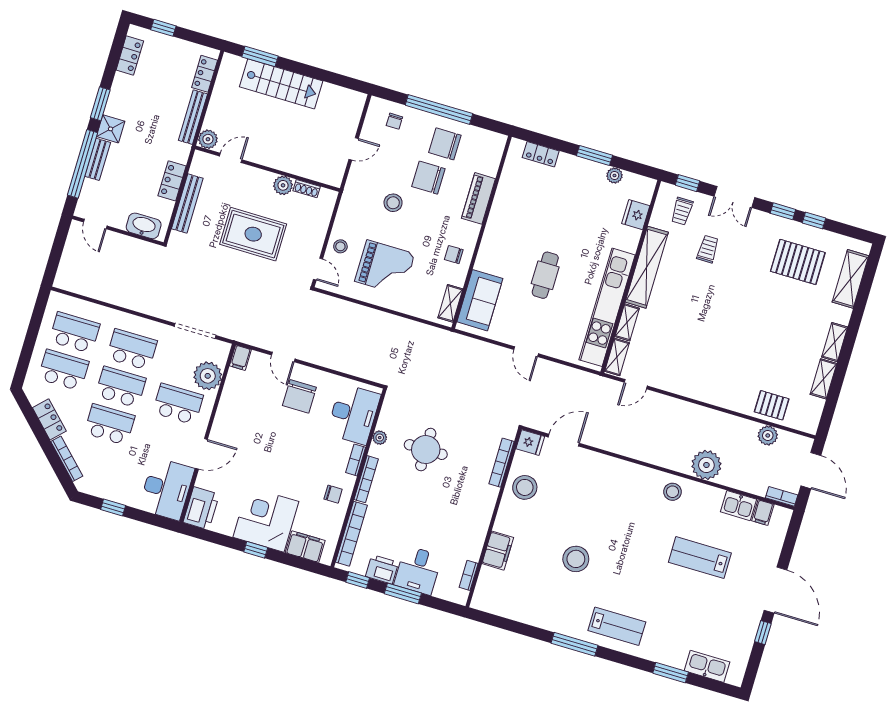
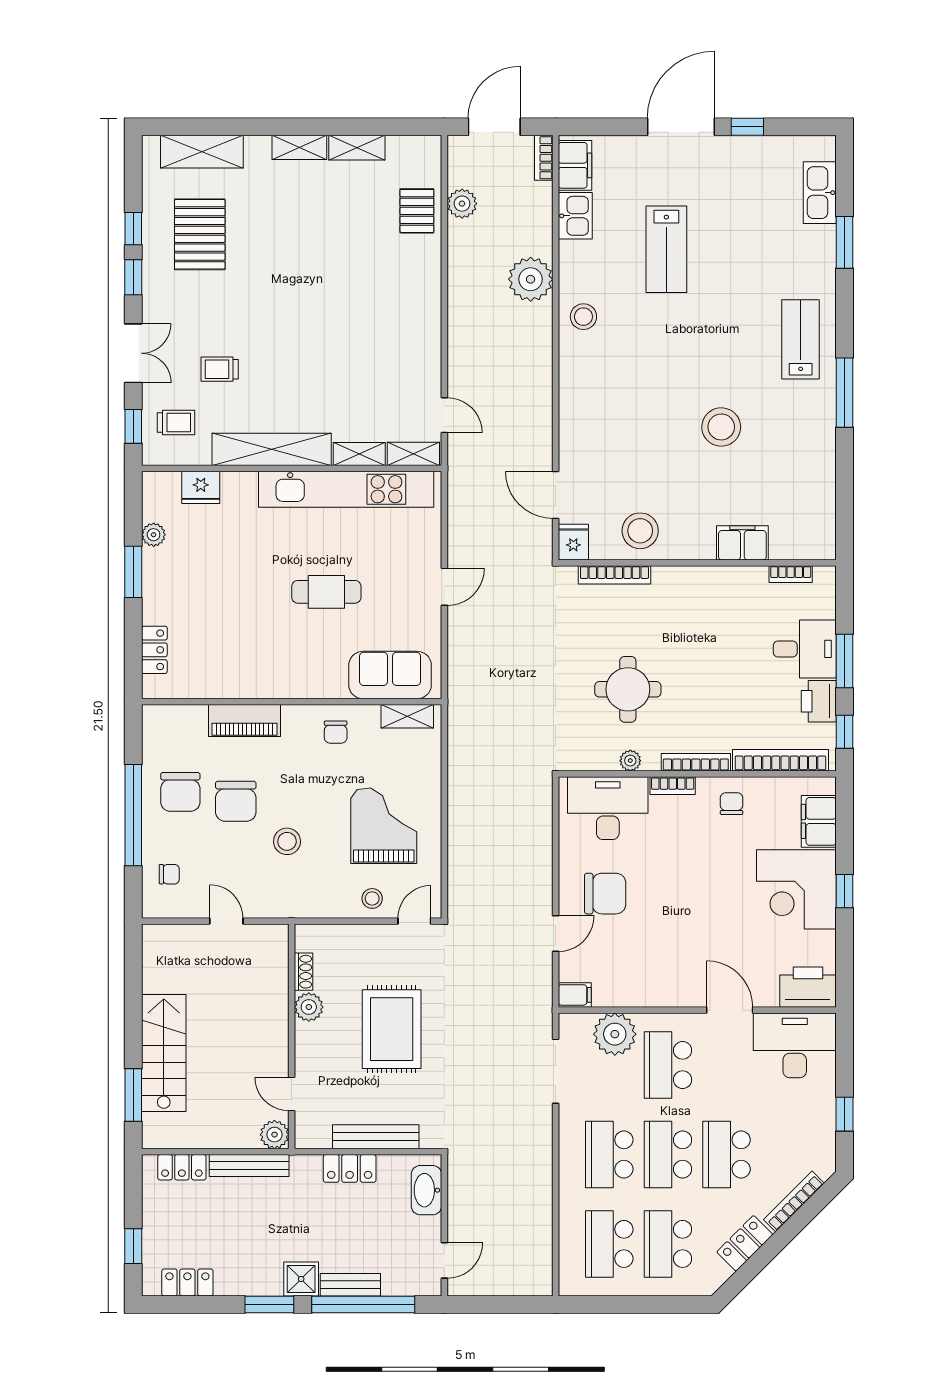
filing cabinet: (763, 513) -> (575, 165), width x2.00

